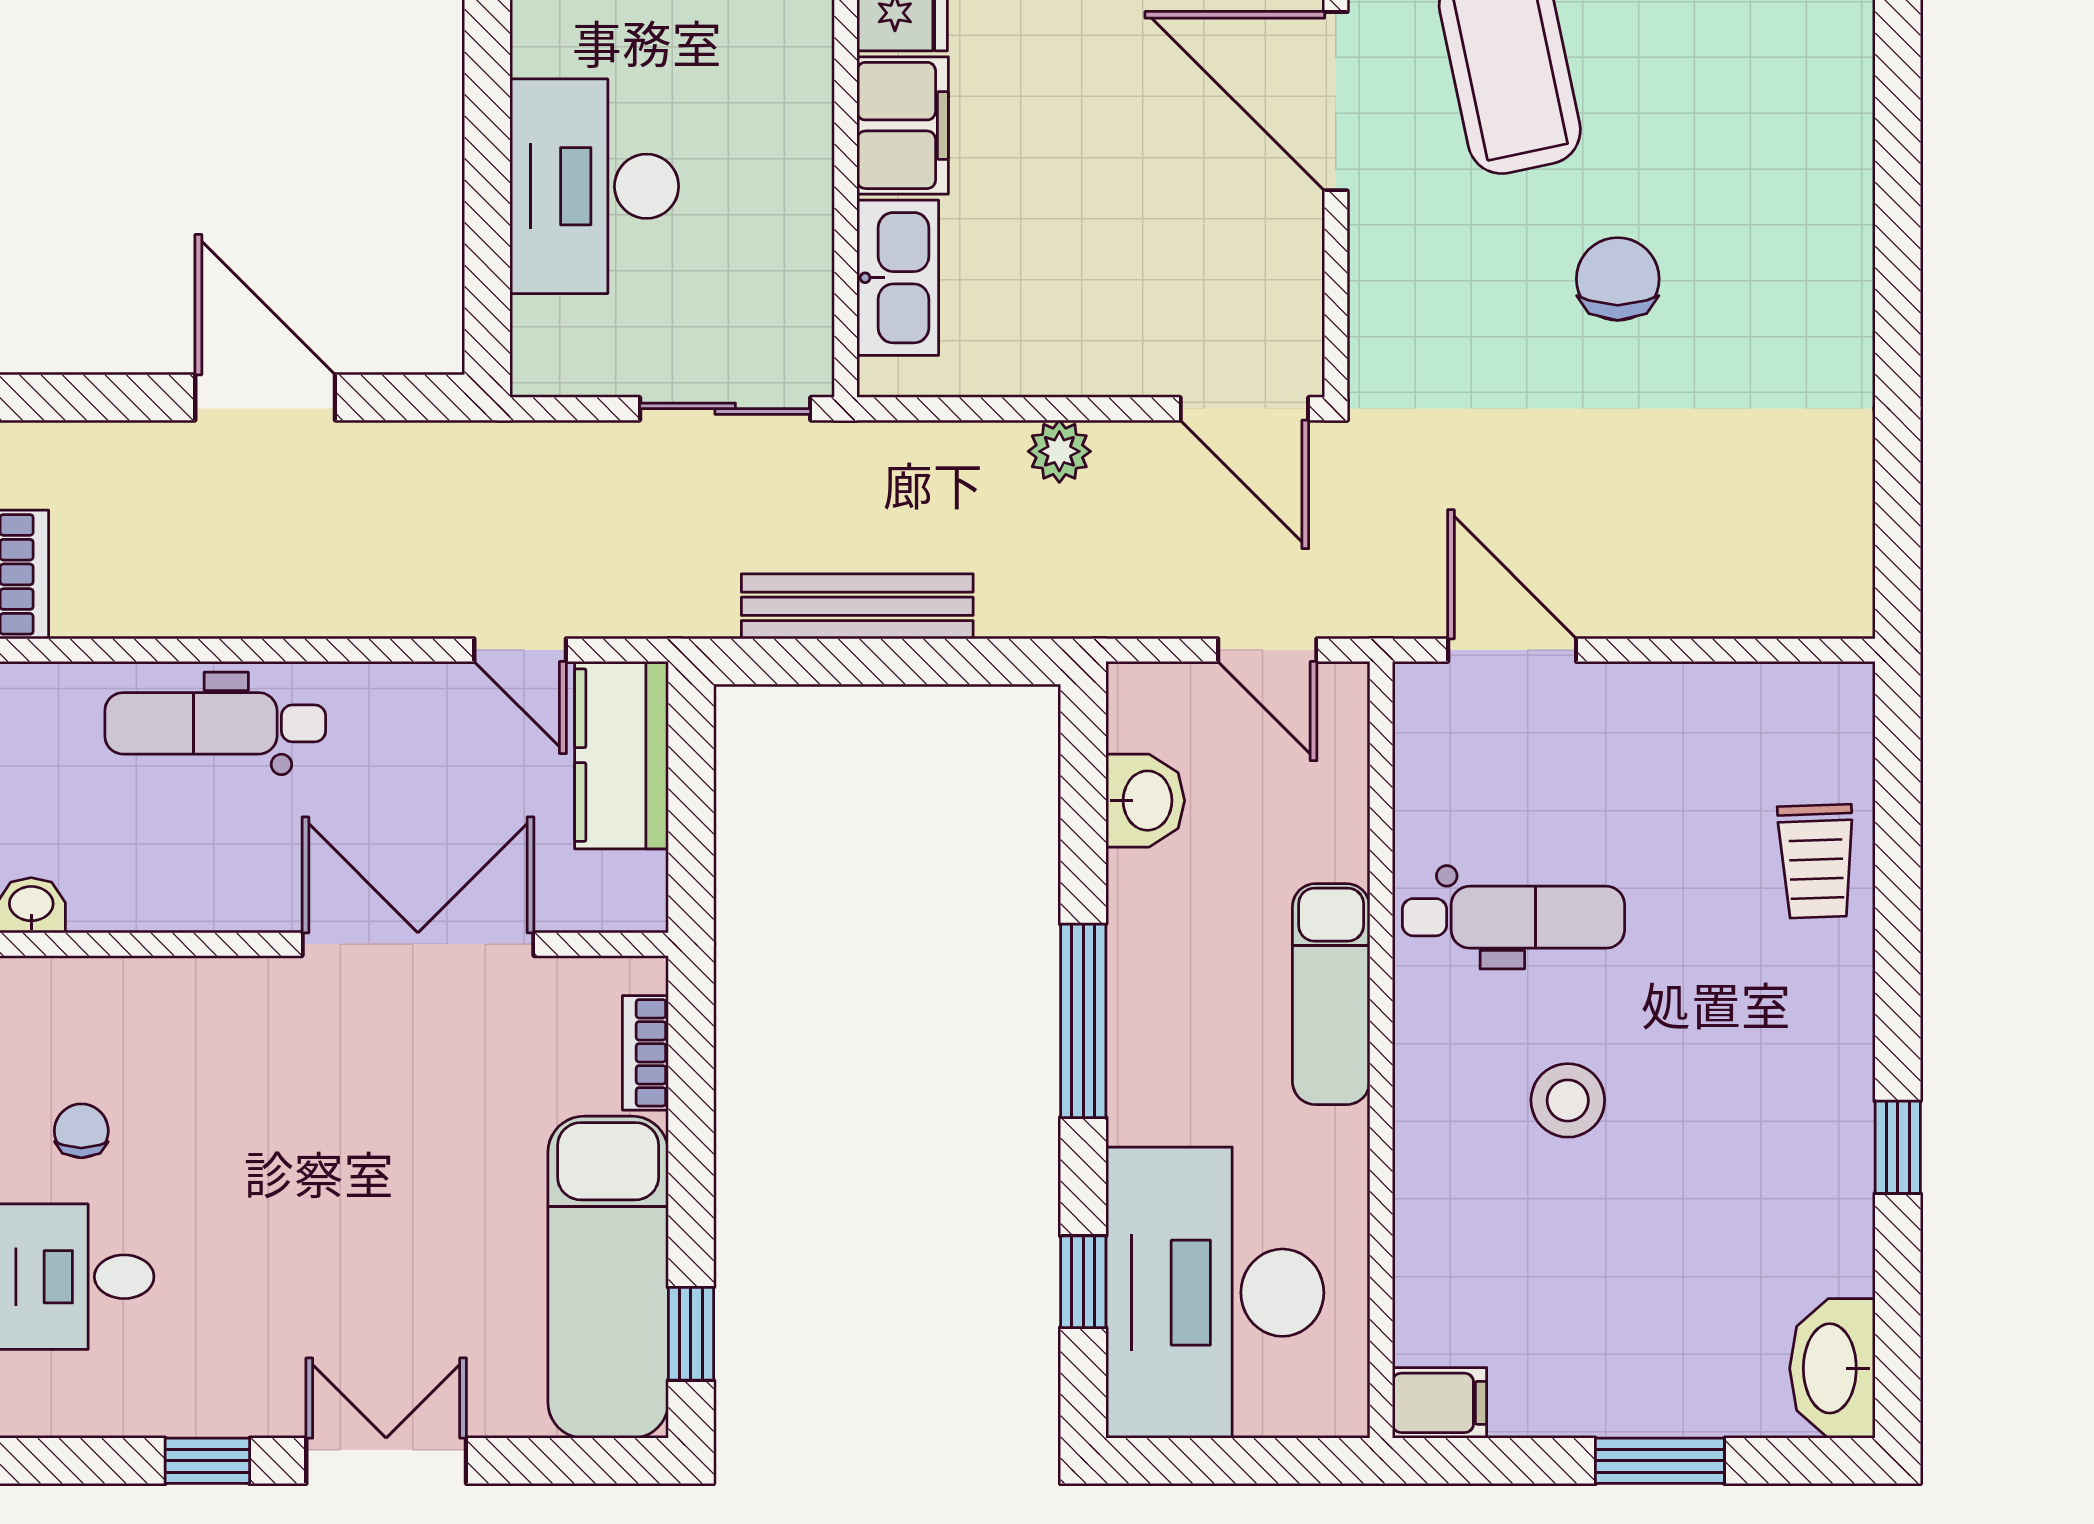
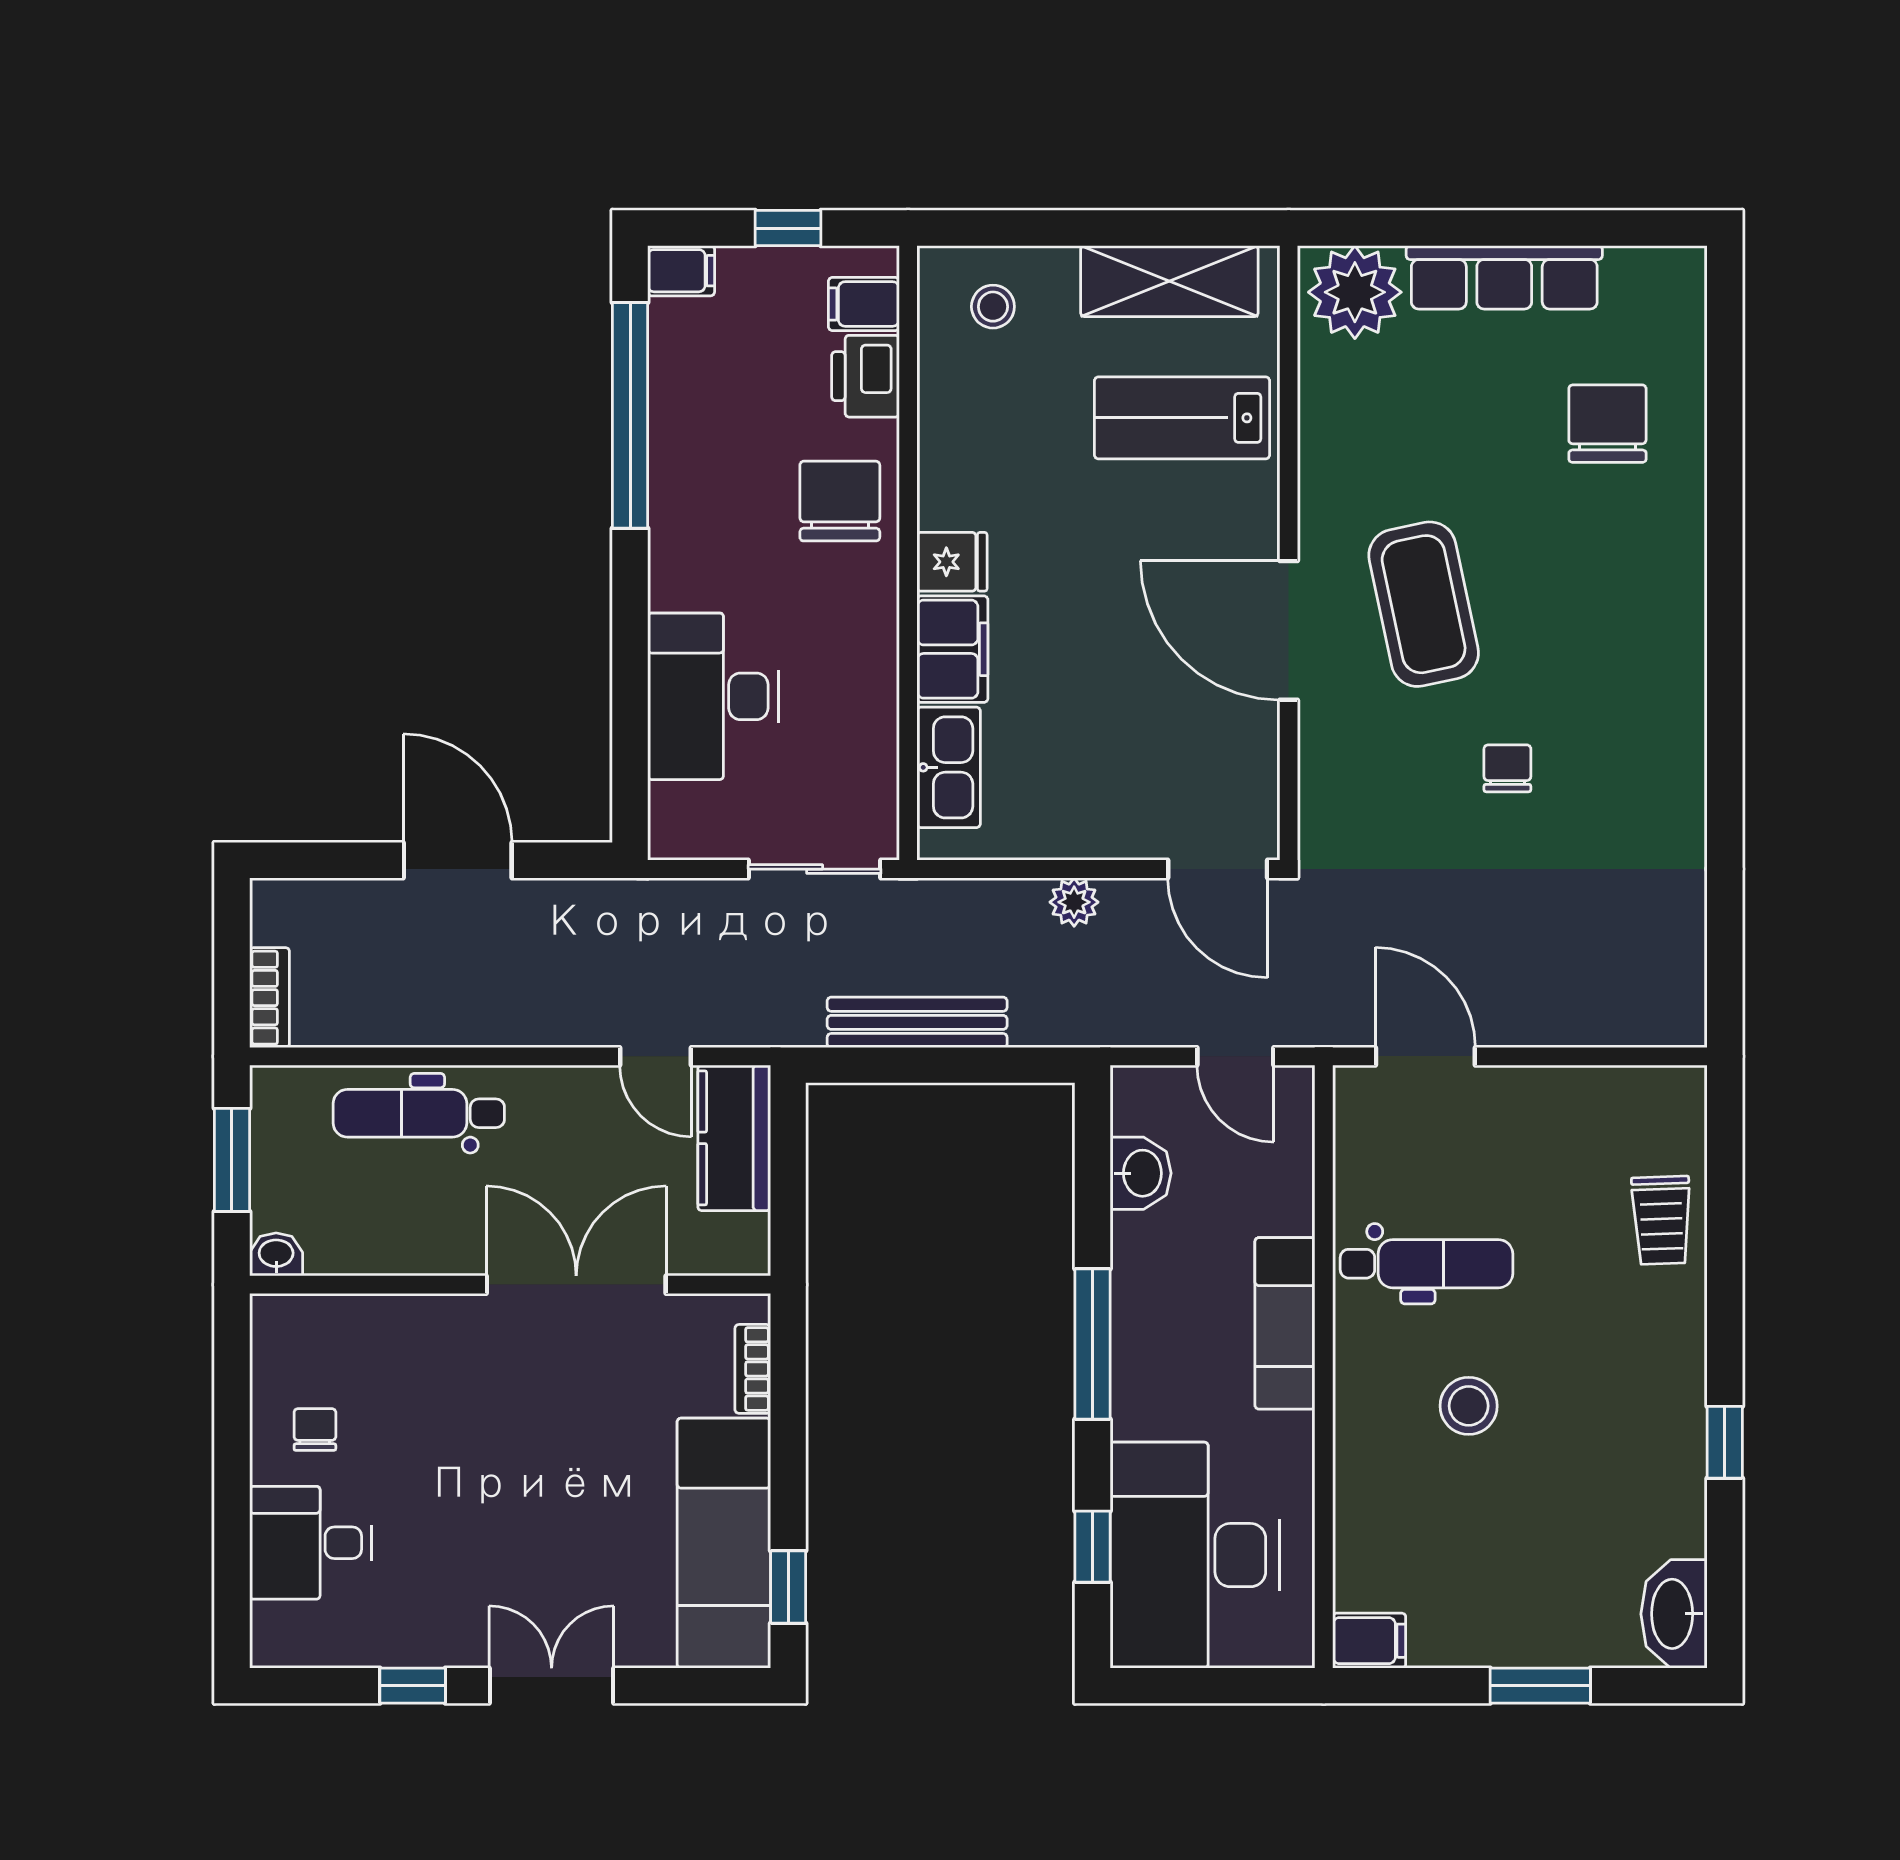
chair: (1618, 279) -> (1507, 768), width x0.73, depth x0.73

